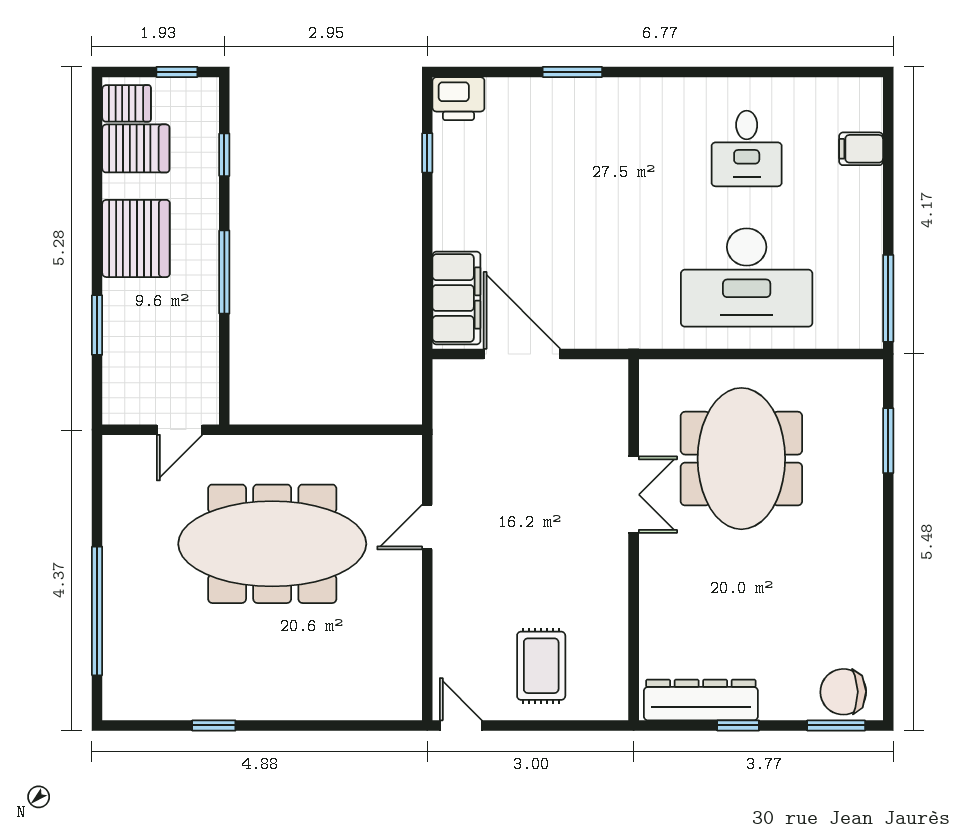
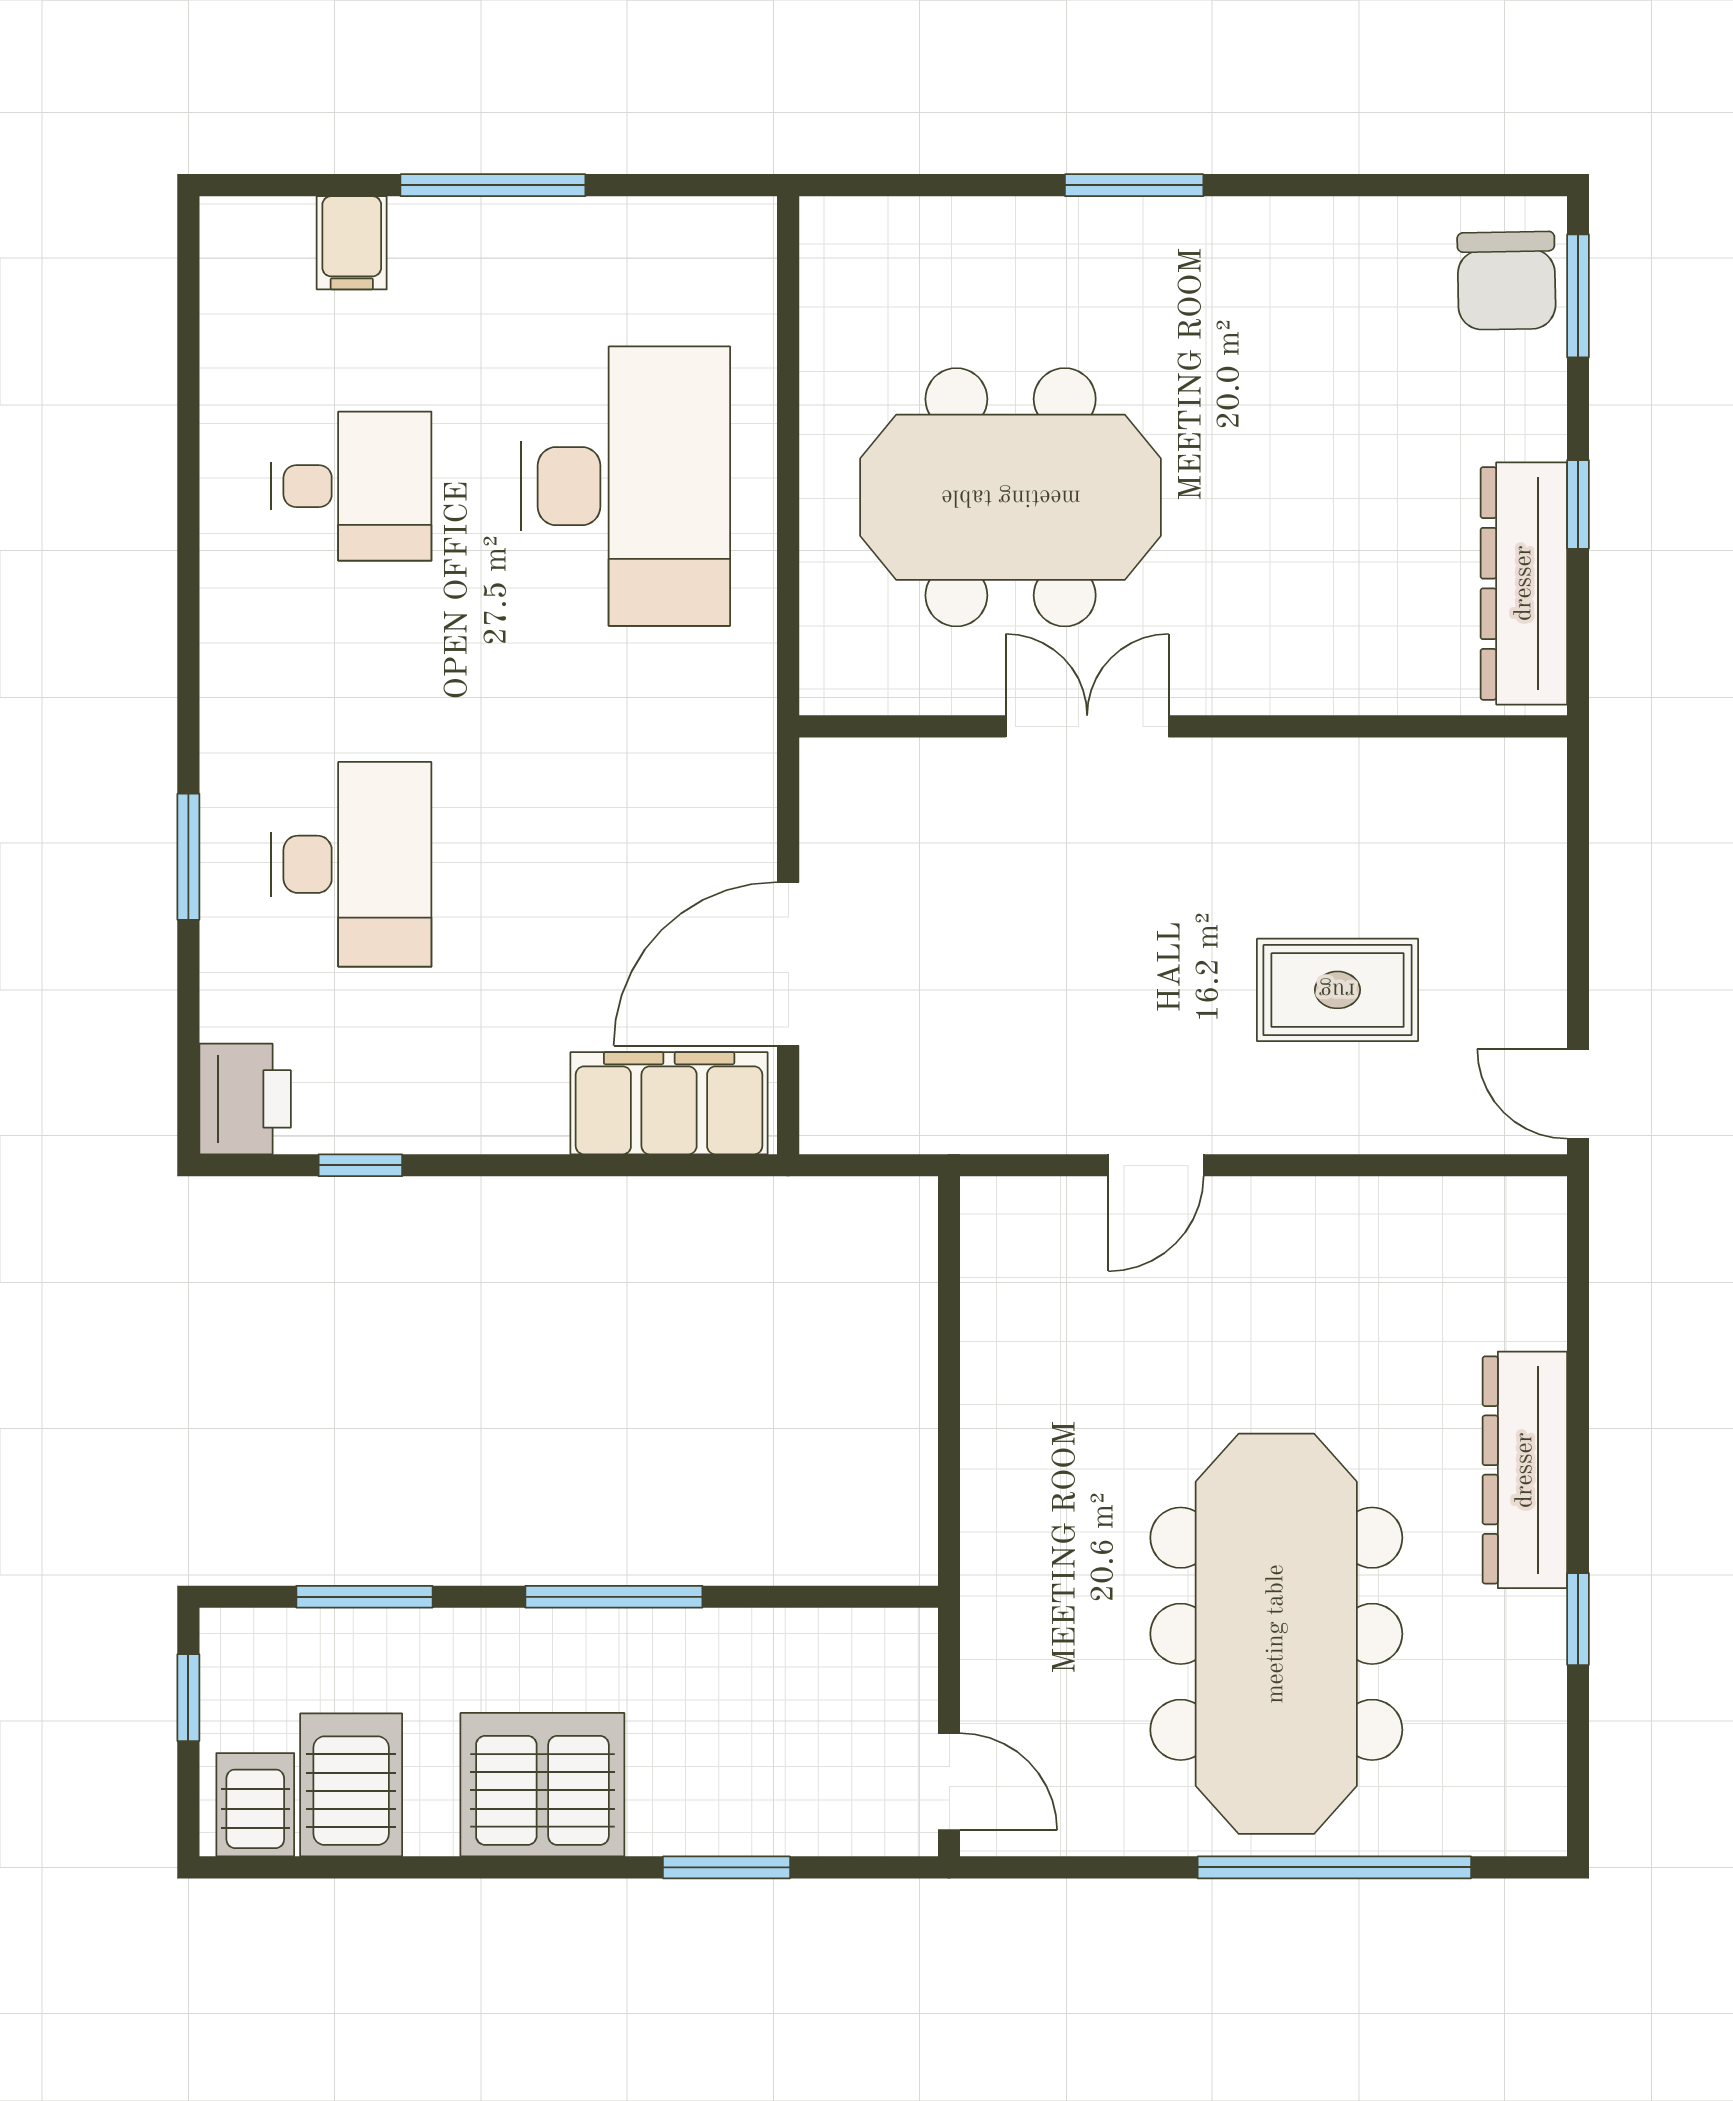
desk: (569, 148) -> (351, 864), added
window: (224, 155) -> (364, 1597), width x1.50
window: (888, 298) -> (493, 185), moved
door: (180, 430) -> (949, 1782), moved
window: (888, 441) -> (1134, 185), moved
door: (427, 527) -> (1156, 1165), hinge flipped
meeting table: (272, 544) -> (1276, 1634), moved
rug: (541, 666) -> (1337, 990), moved
dresser: (284, 700) -> (1525, 1470), added
door: (461, 725) -> (1578, 1094), hinge flipped

